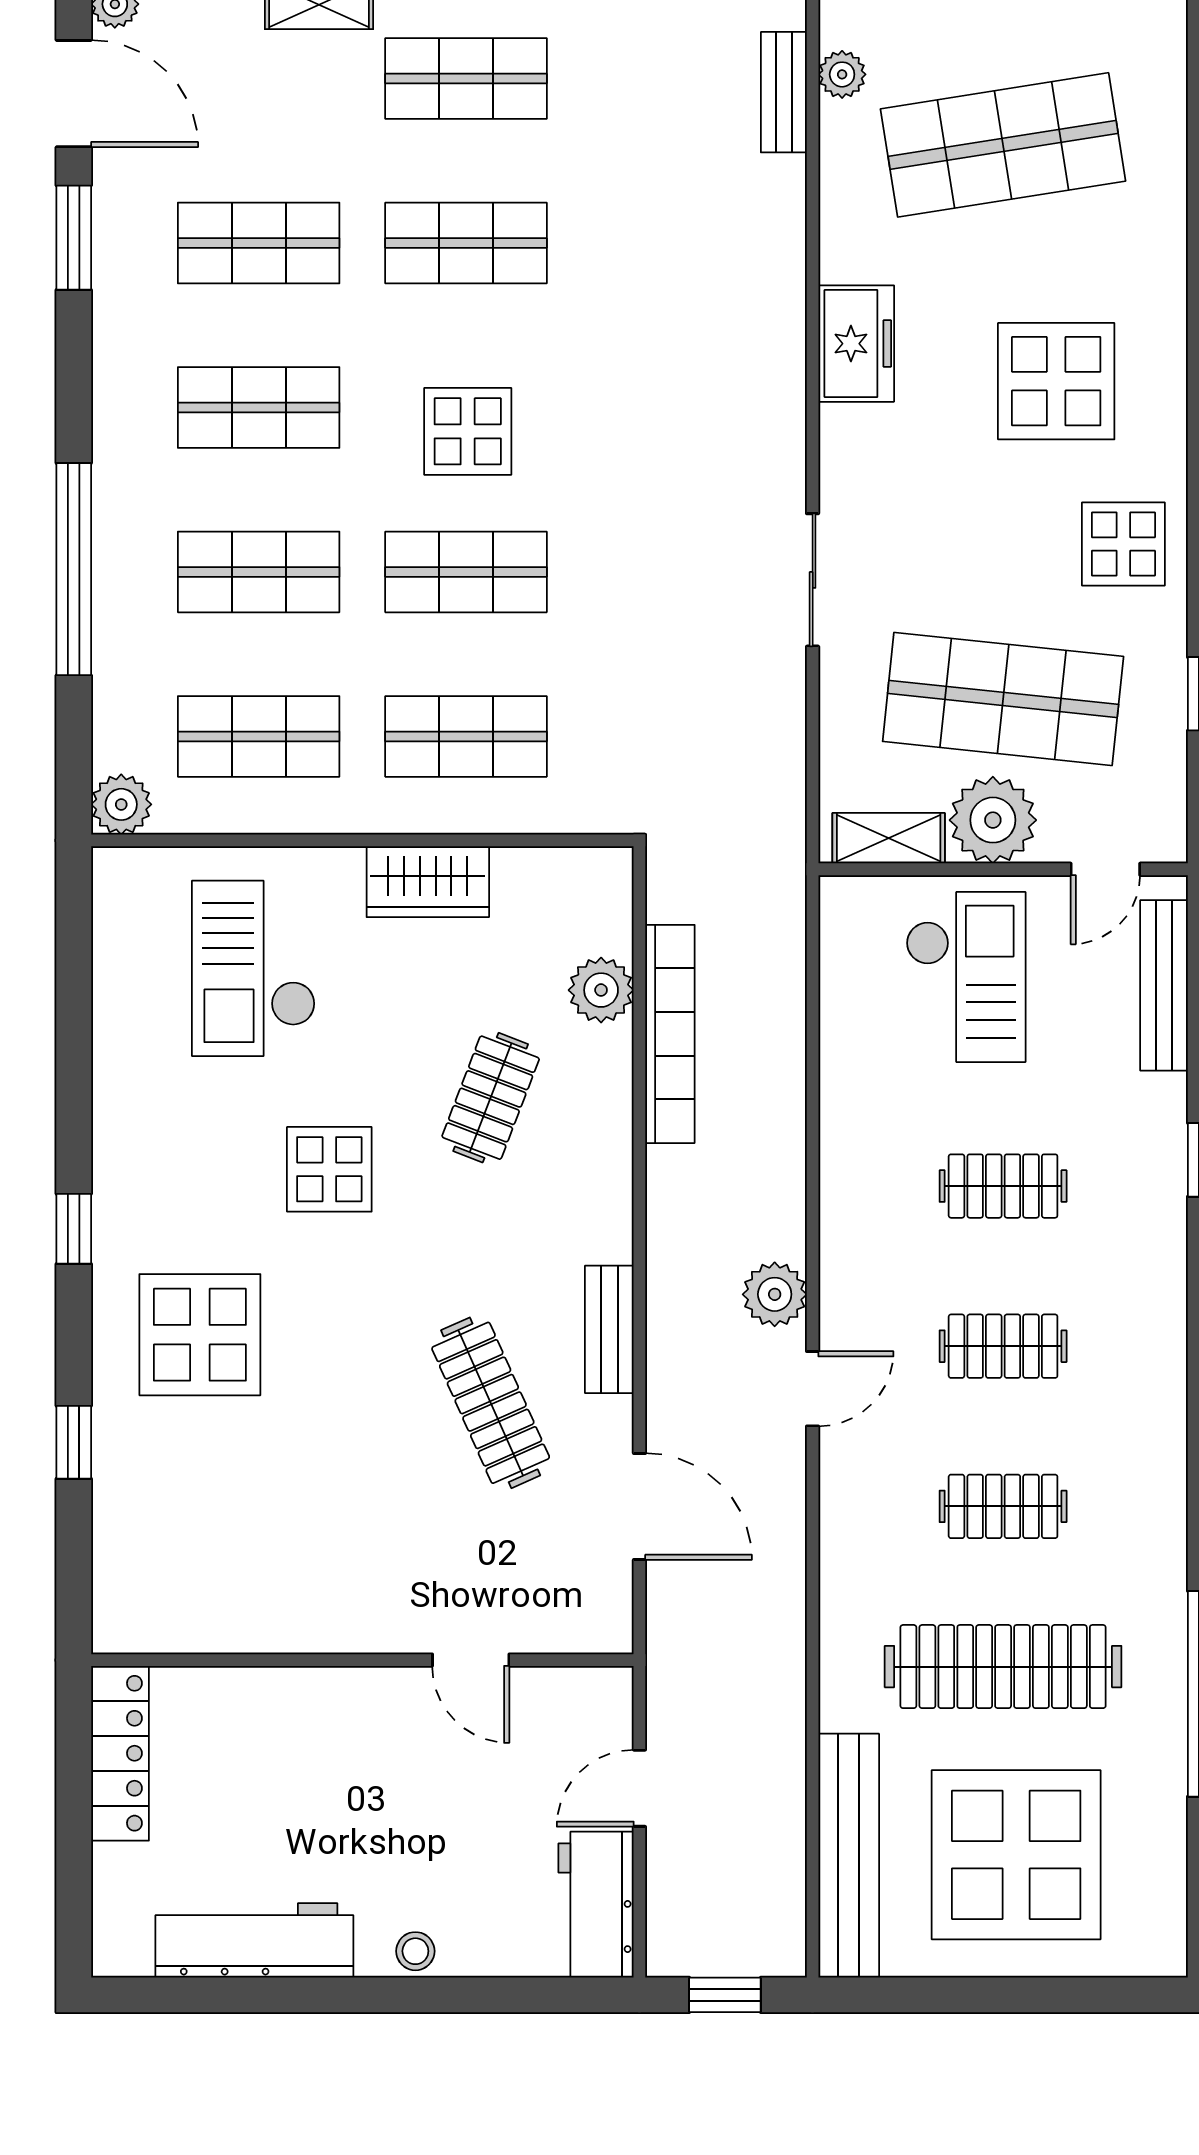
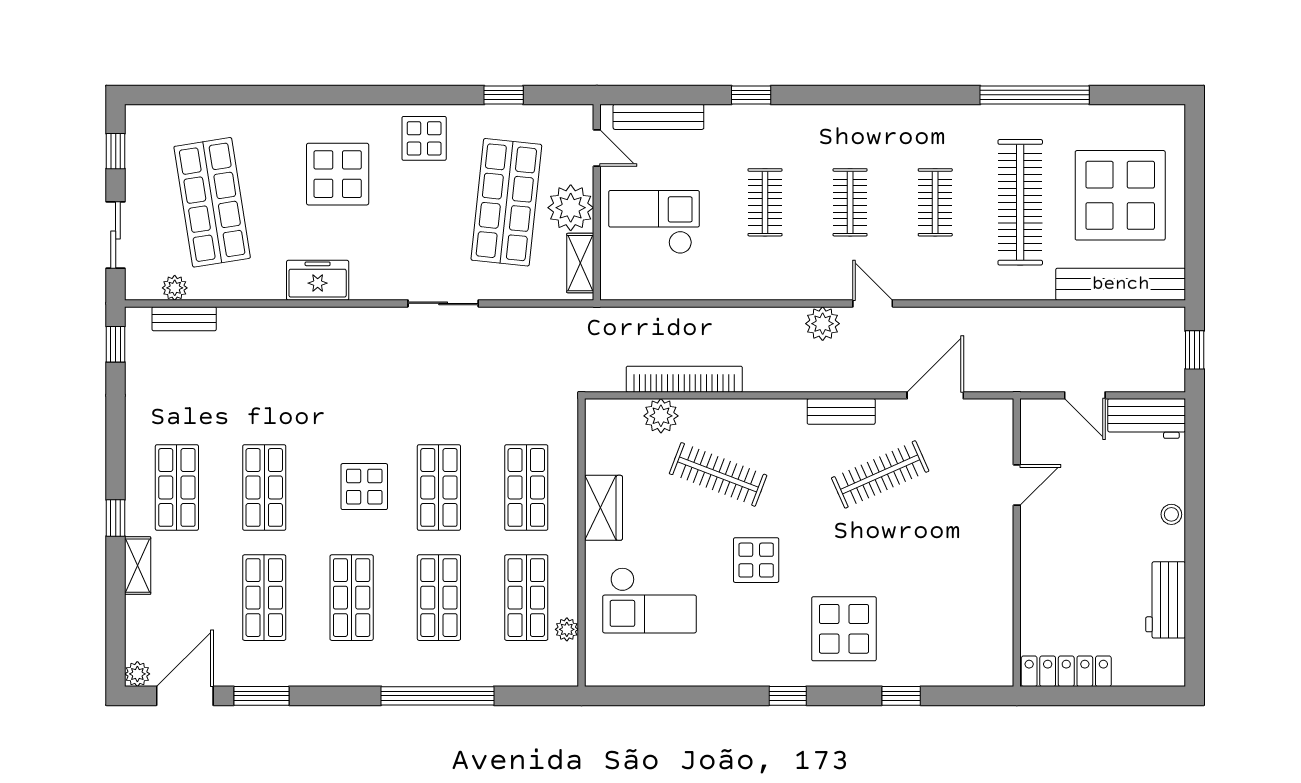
plant: (121, 804) -> (567, 629), moved, width x0.73, depth x0.73
clothes rail: (491, 1098) -> (718, 474), width x1.36
workbench: (254, 1940) -> (1166, 600), width x0.73

